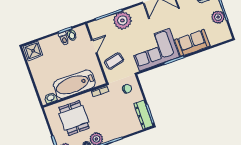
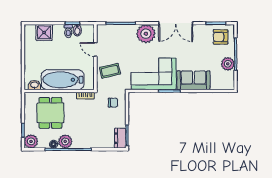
plant: (122, 20) -> (146, 34), moved
door: (94, 46) -> (95, 49), swing flipped
shower: (33, 51) -> (44, 32), moved
dresser: (143, 115) -> (120, 138), width x0.70

